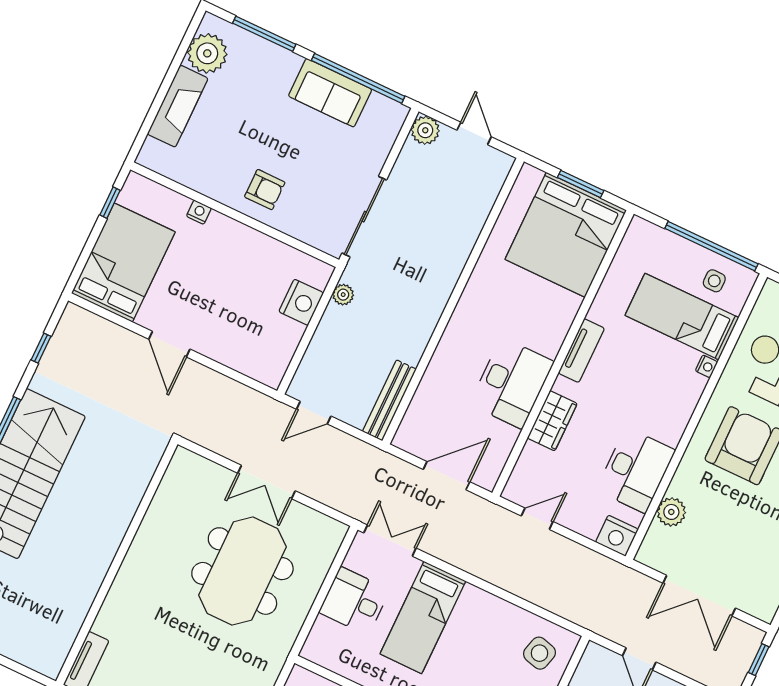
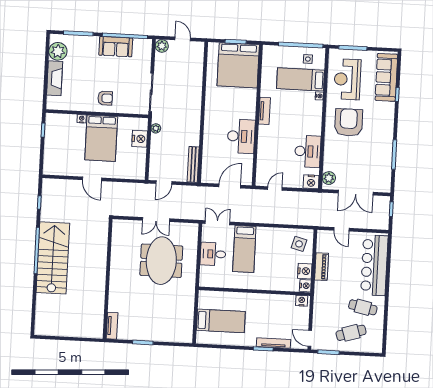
bed: (123, 263) -> (101, 138), moved, turned 180
wardrobe: (552, 421) -> (264, 145), removed
plant: (671, 512) -> (329, 178), moved

